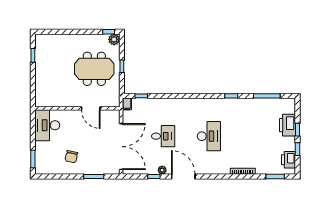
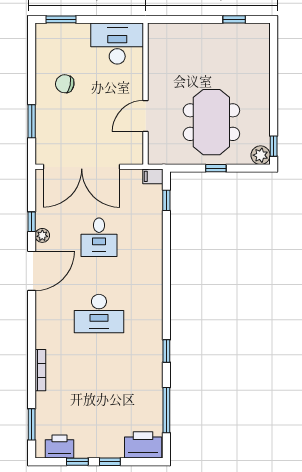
printer: (287, 125) -> (143, 445), moved

